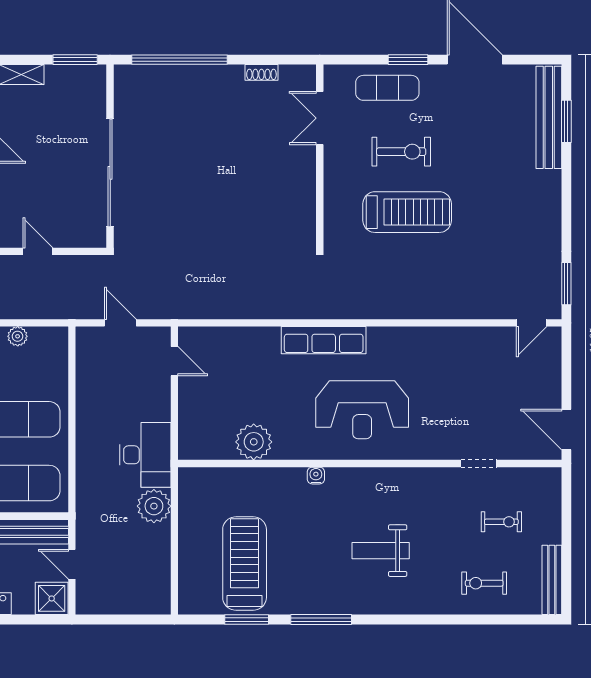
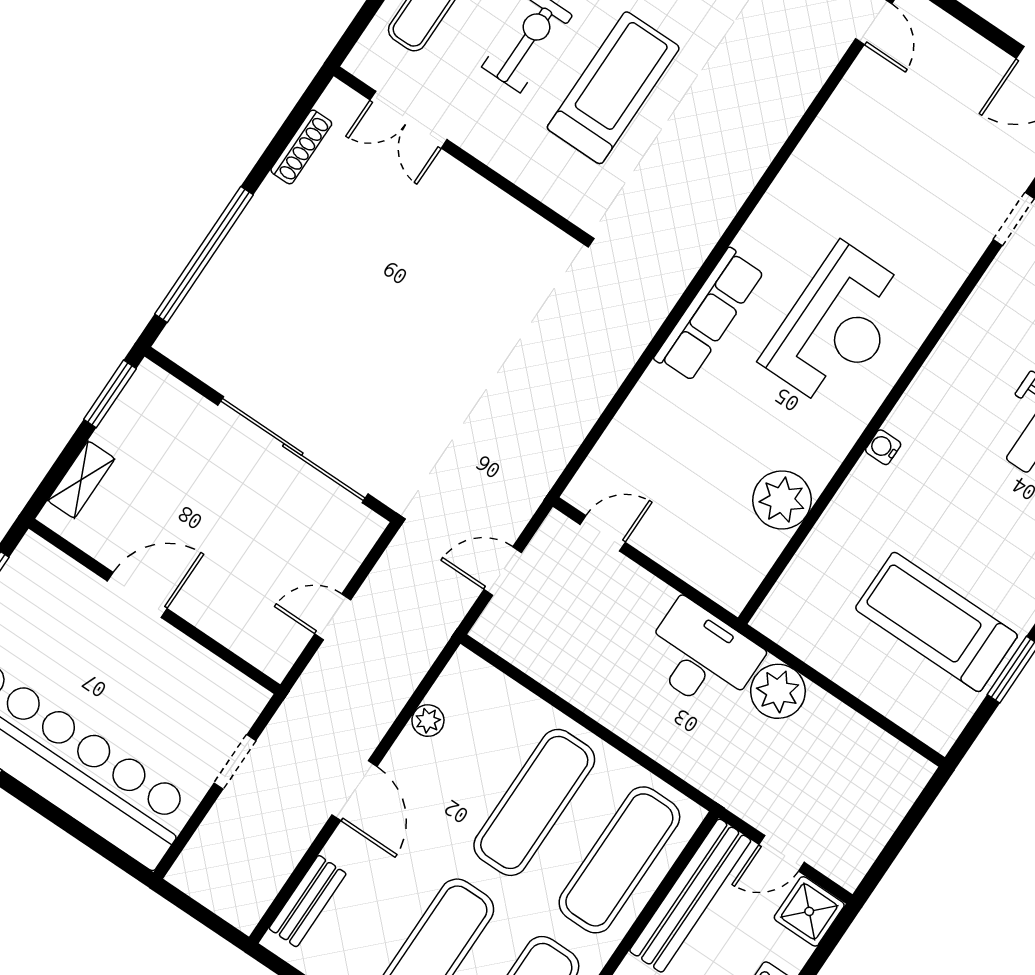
shoe rack: (261, 72) -> (301, 147), width x1.43

